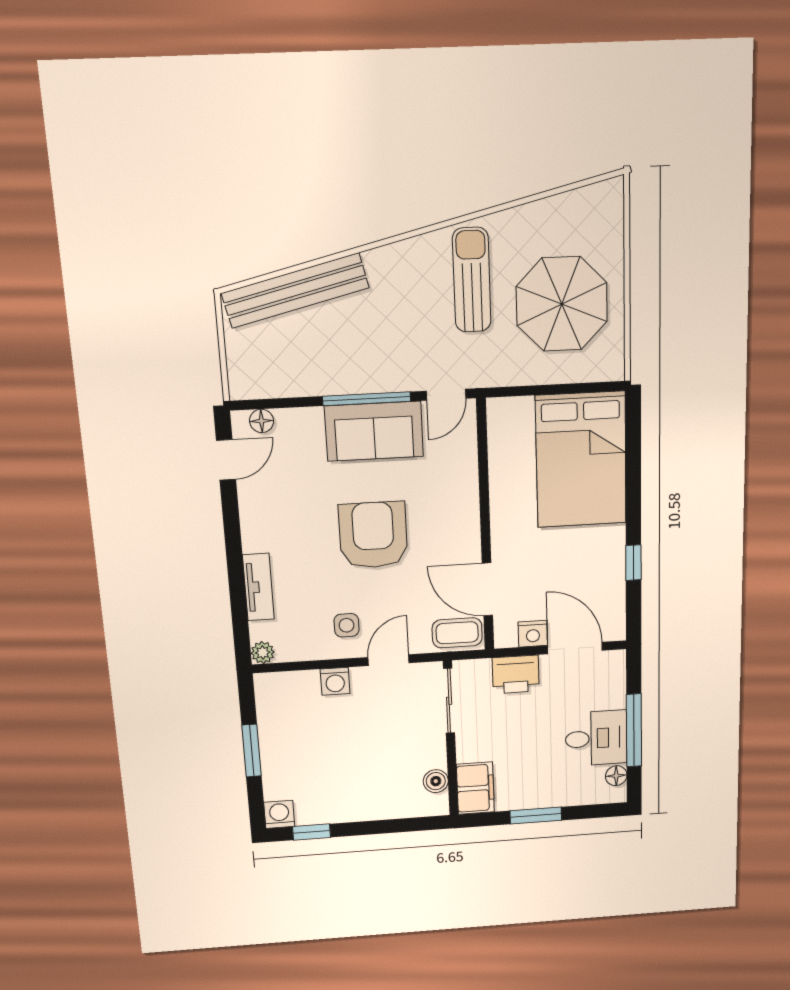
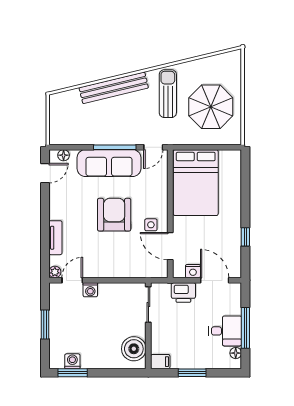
bench: (295, 290) -> (114, 88), moved
sofa: (374, 431) -> (109, 163), width x1.36
bed: (581, 460) -> (196, 183), moved
side table: (347, 625) -> (151, 225), moved
coffee table: (457, 633) -> (154, 268), removed
door: (388, 660) -> (72, 280), moved
boiler: (436, 781) -> (134, 349), width x1.86, depth x1.86
filing cabinet: (475, 788) -> (160, 362), width x0.50
washing machine: (279, 814) -> (72, 361), moved
window: (312, 832) -> (73, 373), width x1.50

